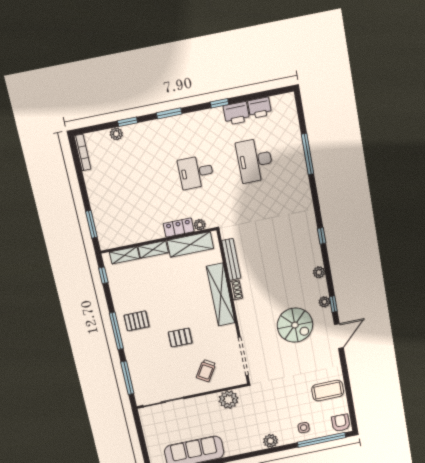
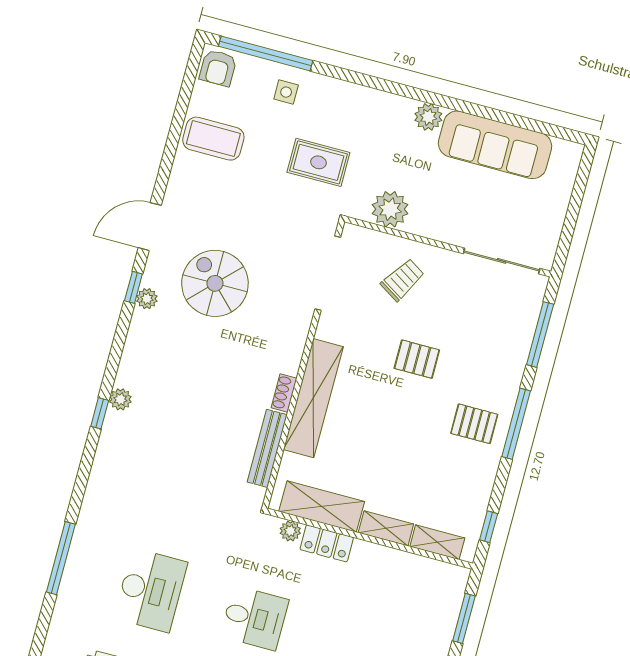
plant: (319, 272) -> (120, 399), moved
rug: (273, 404) -> (318, 162), added
plant: (270, 441) -> (428, 117), moved

